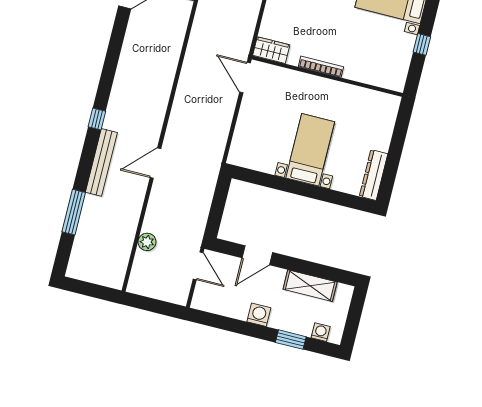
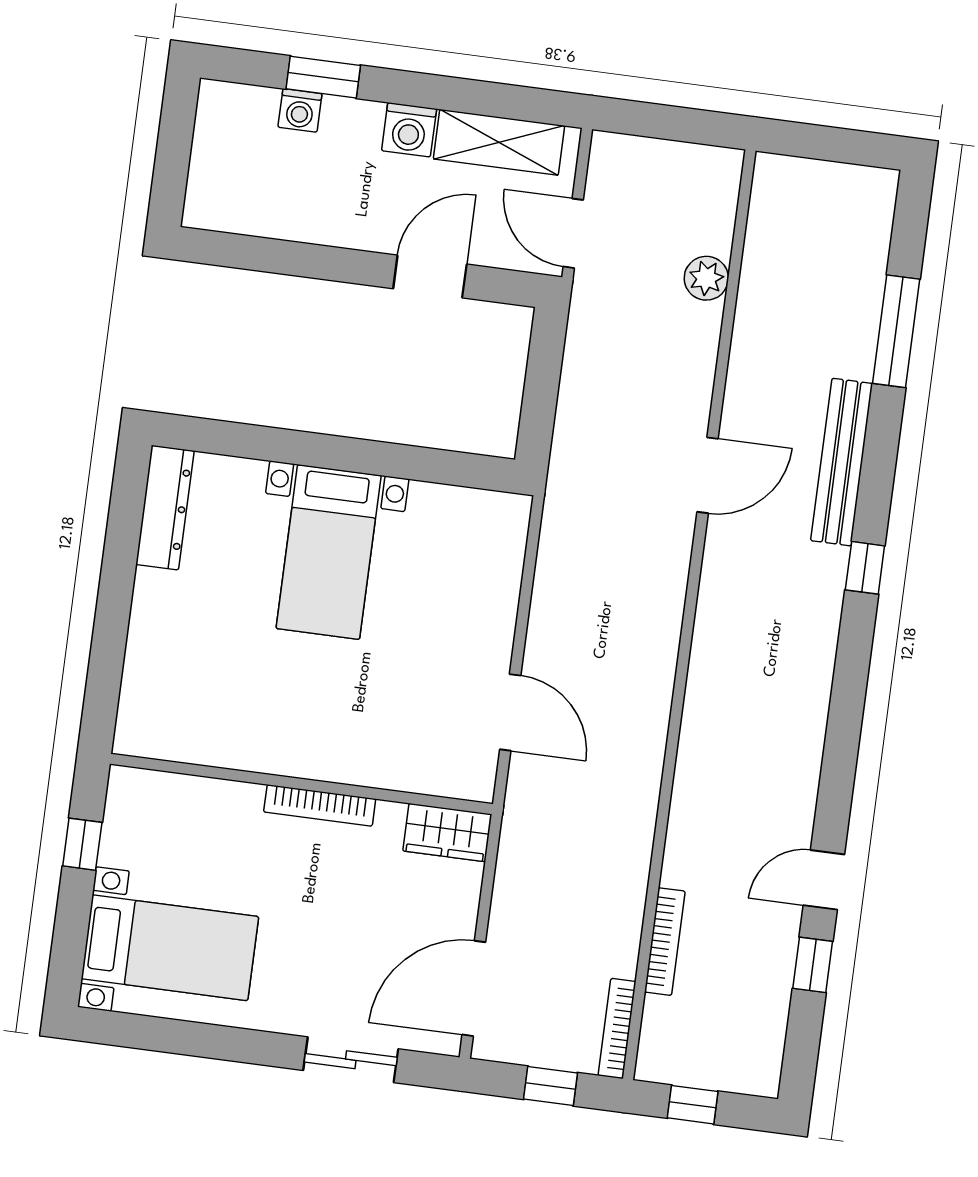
wardrobe: (271, 50) -> (447, 833), moved
bookcase: (321, 67) -> (320, 805), moved
wall: (327, 76) -> (301, 784), moved
shelving: (310, 286) -> (499, 142), moved
washing machine: (321, 332) -> (300, 110), moved

